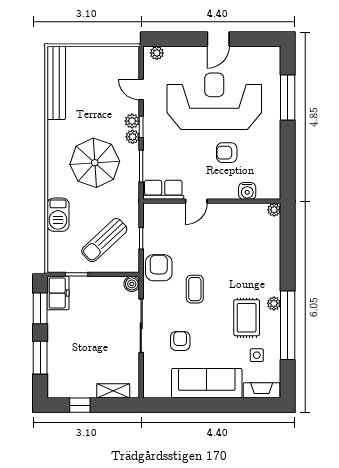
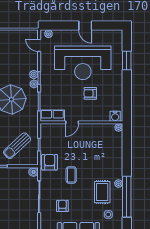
door: (218, 39) -> (85, 26), hinge flipped
door: (141, 90) -> (39, 45), moved
window: (288, 97) -> (127, 60), width x0.69
reception desk: (214, 101) -> (83, 63), turned 180
water cooler: (247, 191) -> (115, 116), moved

